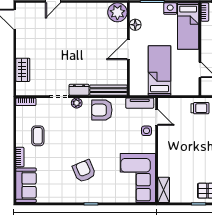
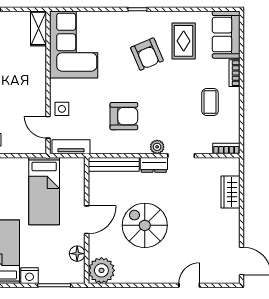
spiral stairs: (86, 45) -> (145, 225), added
armchair: (102, 110) -> (124, 116), moved
rug: (57, 181) -> (184, 41), added

